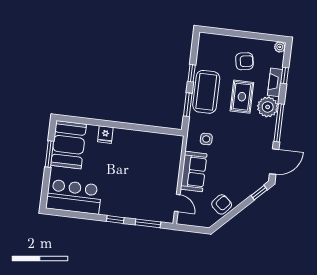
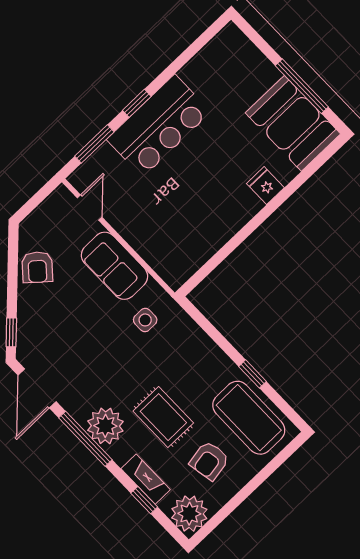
plant: (280, 47) -> (189, 514), width x1.88, depth x1.88
coffee table: (206, 92) -> (249, 418), moved
window: (188, 105) -> (214, 333), removed
plant: (268, 107) -> (105, 426), moved
window: (49, 154) -> (302, 86), width x1.44
bar counter: (74, 197) -> (159, 126), moved
door: (177, 203) -> (90, 208), swing flipped

